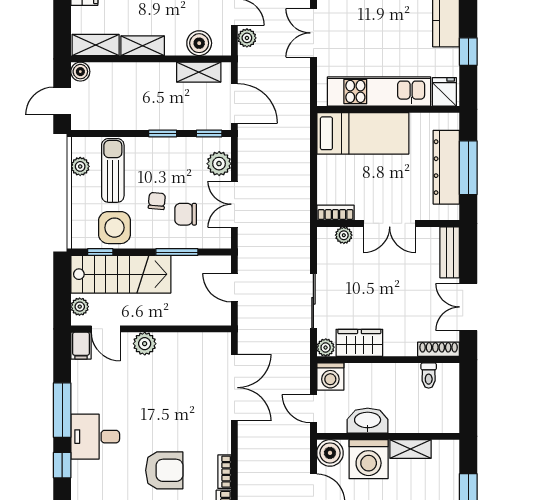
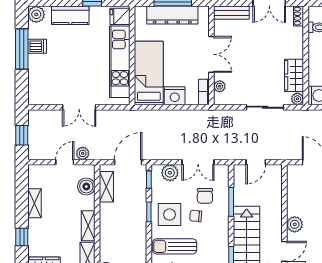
nightstand: (330, 171) -> (175, 96), added
side table: (114, 228) -> (170, 214), moved
shoe rack: (439, 349) -> (299, 16), width x0.70

